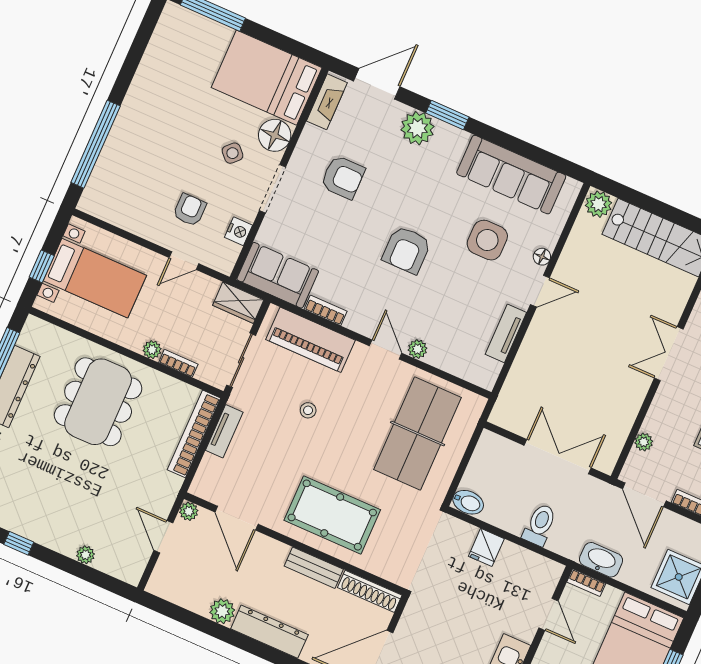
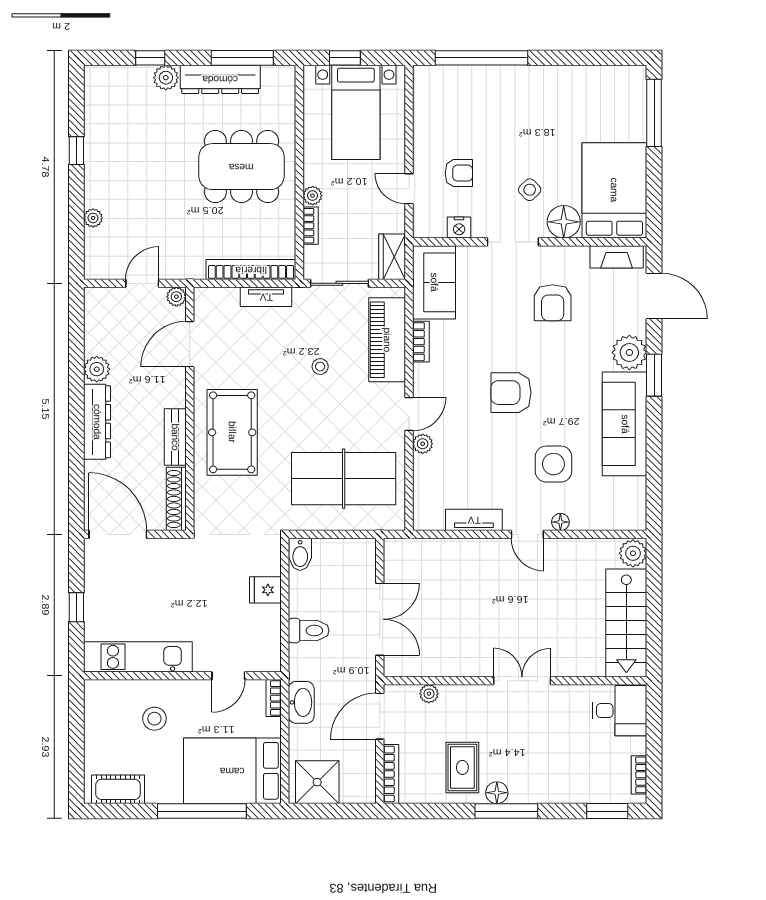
sofa: (511, 175) -> (625, 424), moved

